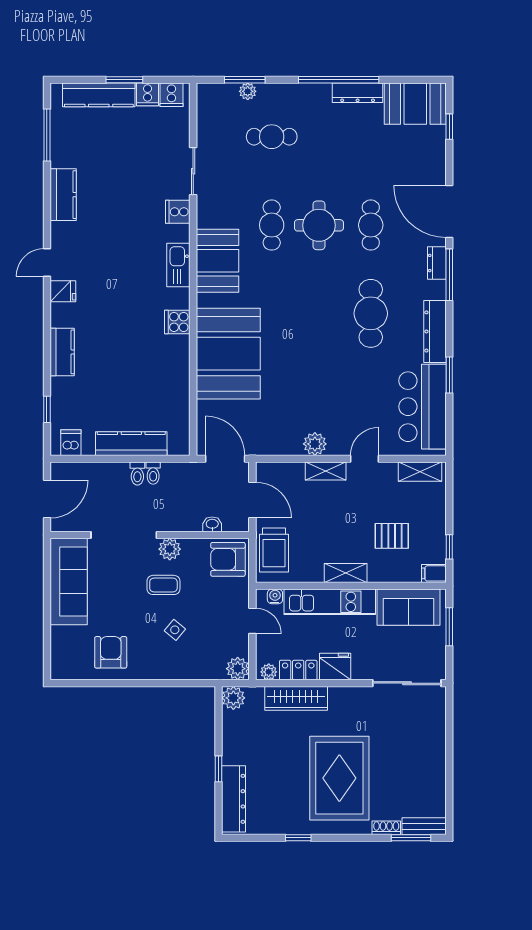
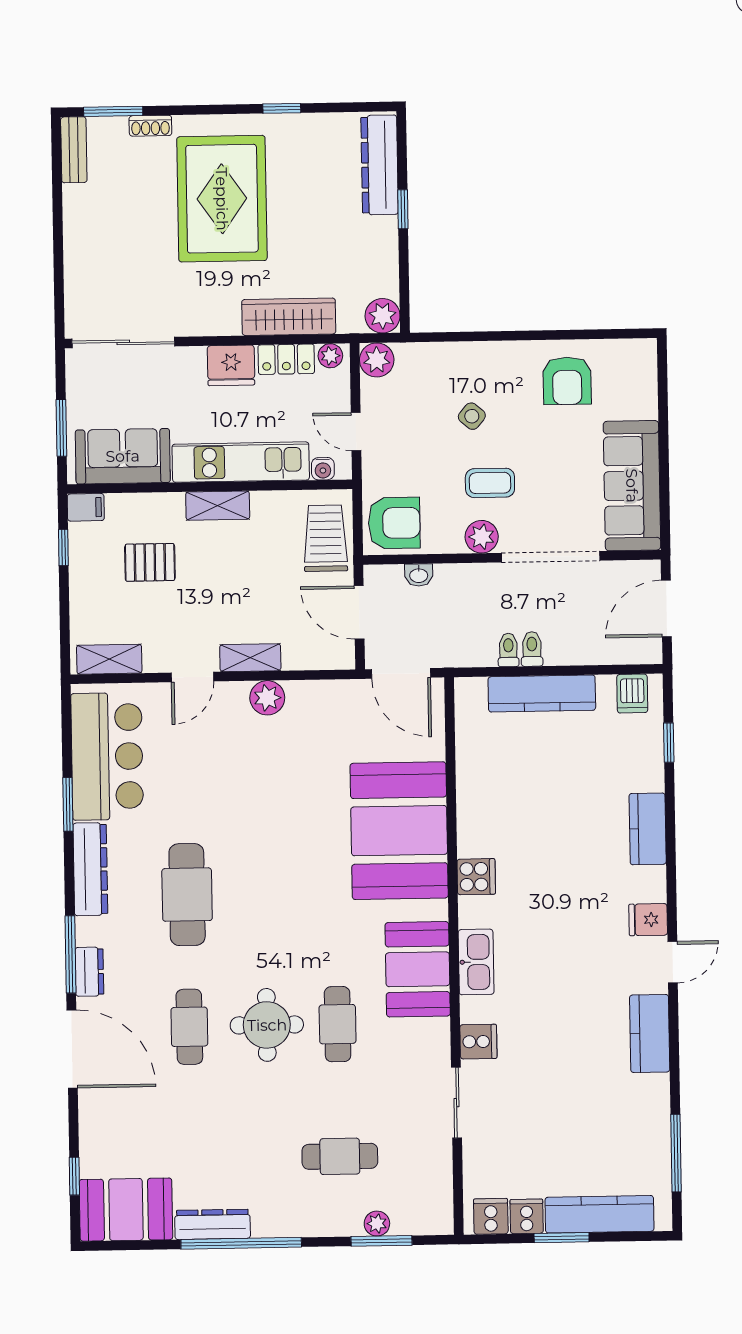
kitchen counter: (63, 195) -> (650, 1033), moved
bench: (424, 826) -> (74, 150), moved, turned 90

